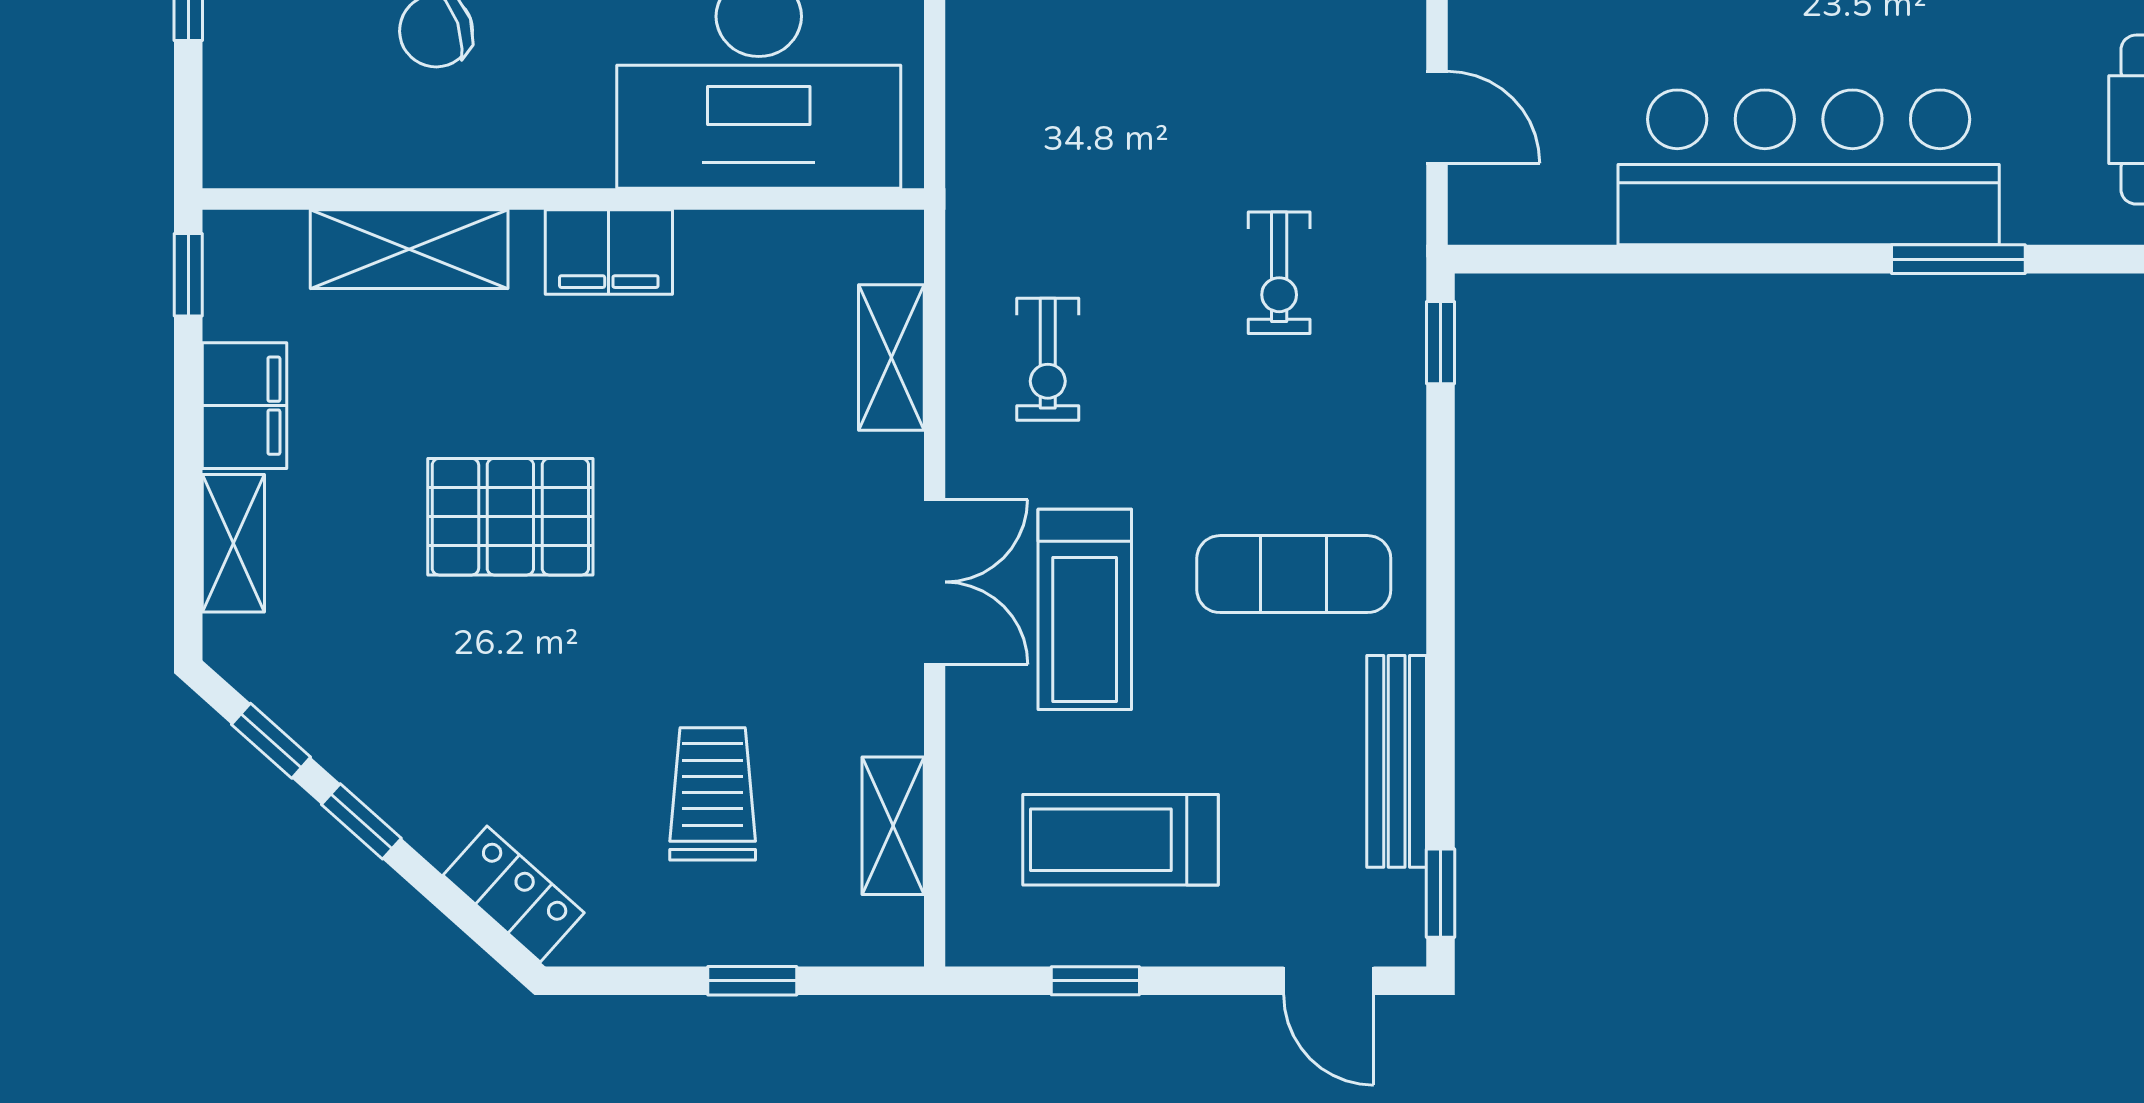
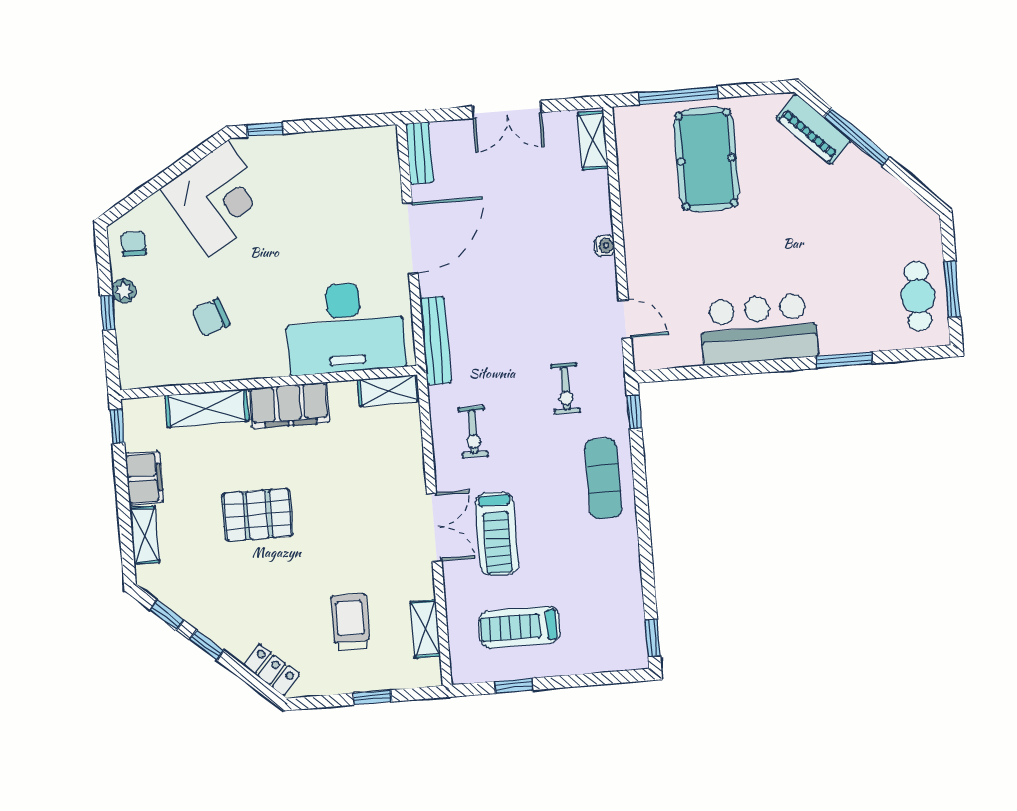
bar counter: (1809, 167) -> (759, 329), width x0.73
filing cabinet: (609, 252) -> (289, 405), width x1.50, depth x1.17
shelving: (891, 358) -> (388, 390), moved, turned 90
exercise mat: (1294, 574) -> (603, 478), moved, turned 90
bench: (1397, 761) -> (436, 340), moved
door: (1329, 981) -> (610, 678), removed

